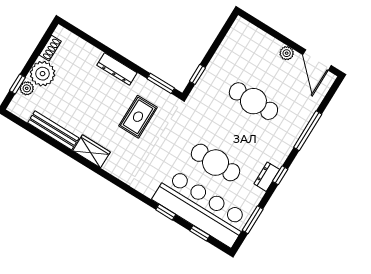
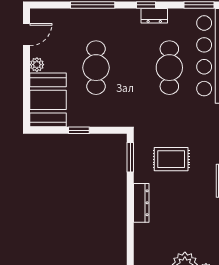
booth: (251, 44) -> (48, 100), added
door: (317, 60) -> (27, 35), width x0.73
window: (197, 74) -> (79, 130), moved

